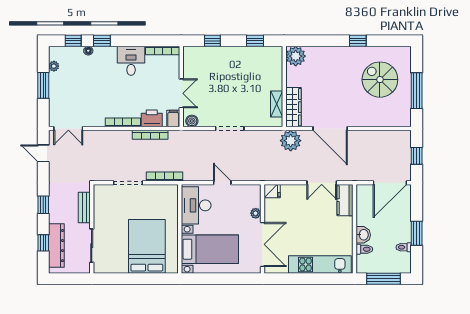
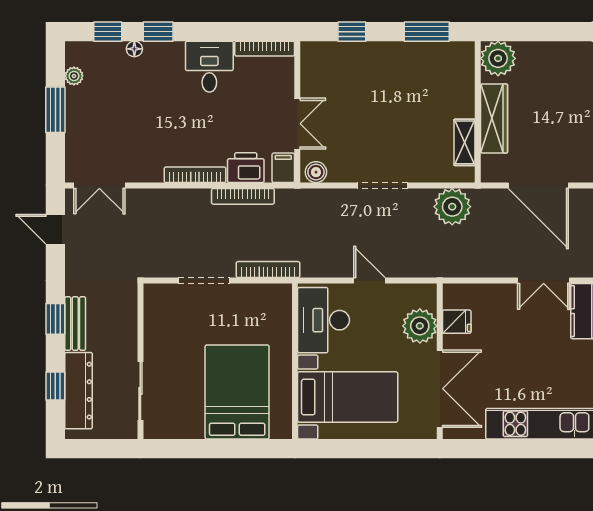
window: (255, 41) -> (427, 32), width x1.50
wardrobe: (293, 107) -> (494, 119), moved
door: (330, 129) -> (538, 185), moved
plant: (291, 141) -> (452, 207), moved
fridge: (272, 191) -> (457, 322), moved
bench: (84, 207) -> (75, 324), moved
plant: (256, 213) -> (420, 326), width x1.88, depth x1.88

